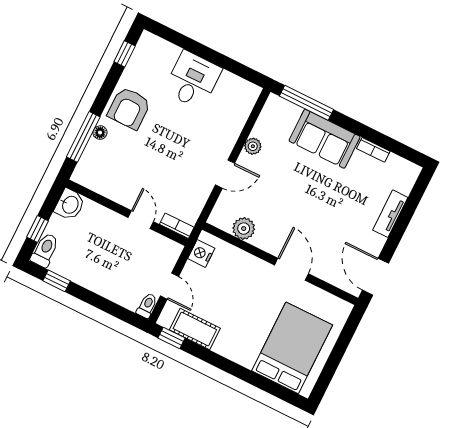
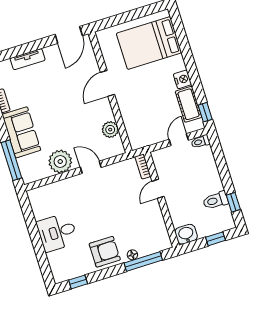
plant: (253, 146) -> (60, 162), width x1.88, depth x1.88
toilet: (45, 250) -> (216, 200), moved
nightstand: (201, 253) -> (182, 79), moved, turned -90

